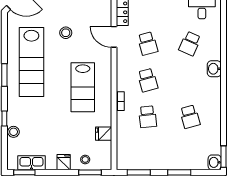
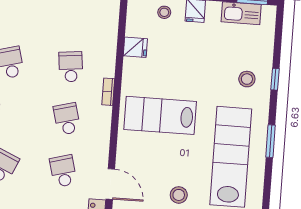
lab bench: (83, 87) -> (160, 115), turned -90
stool: (14, 132) -> (247, 79), moved

